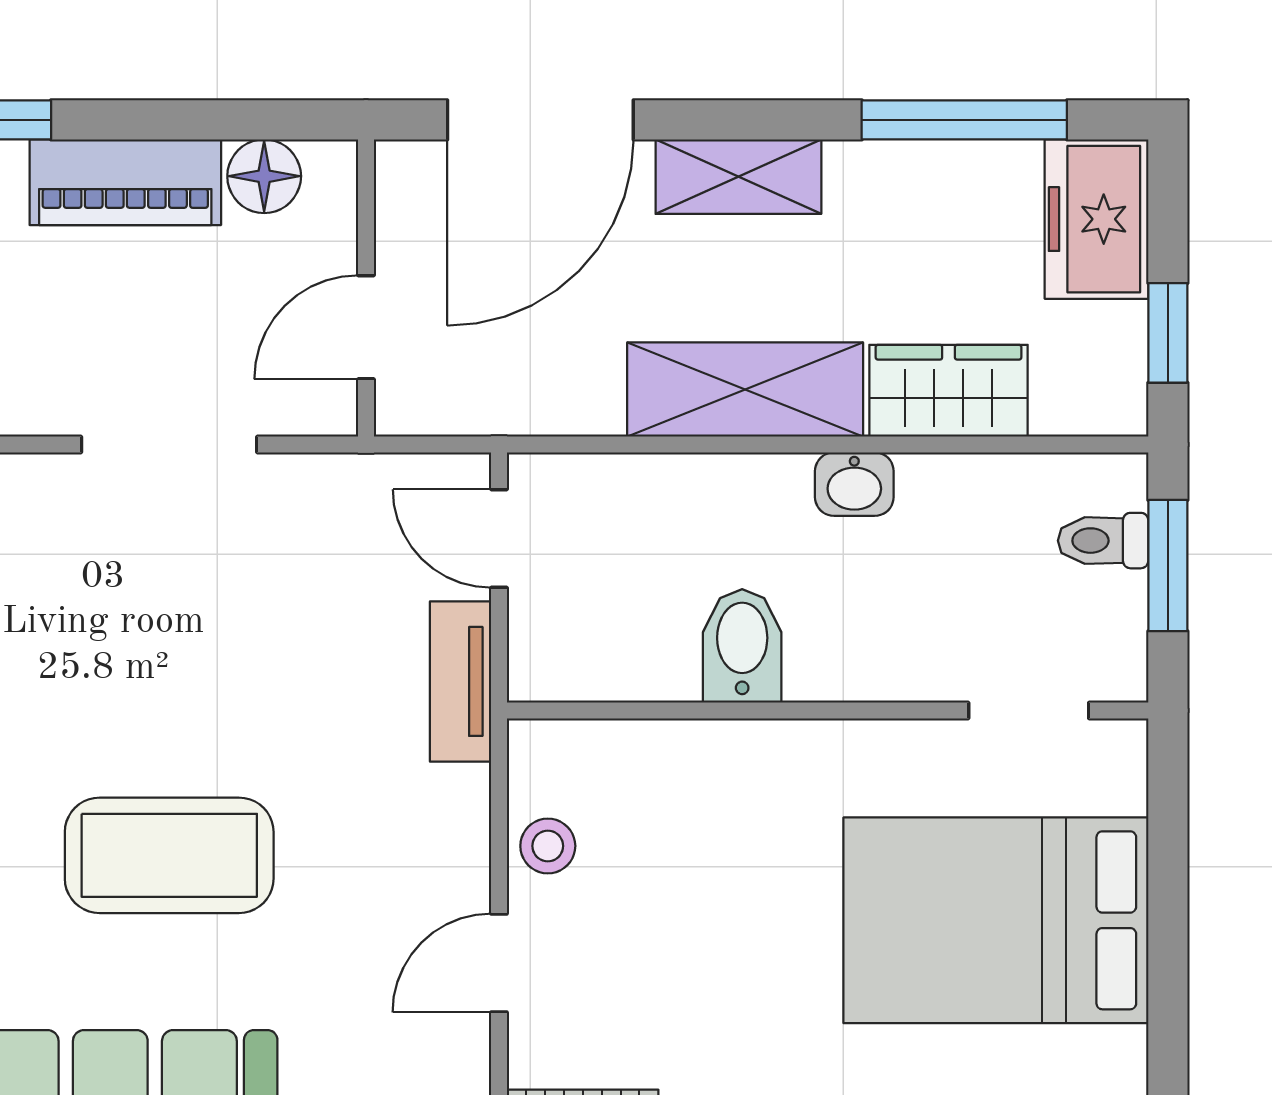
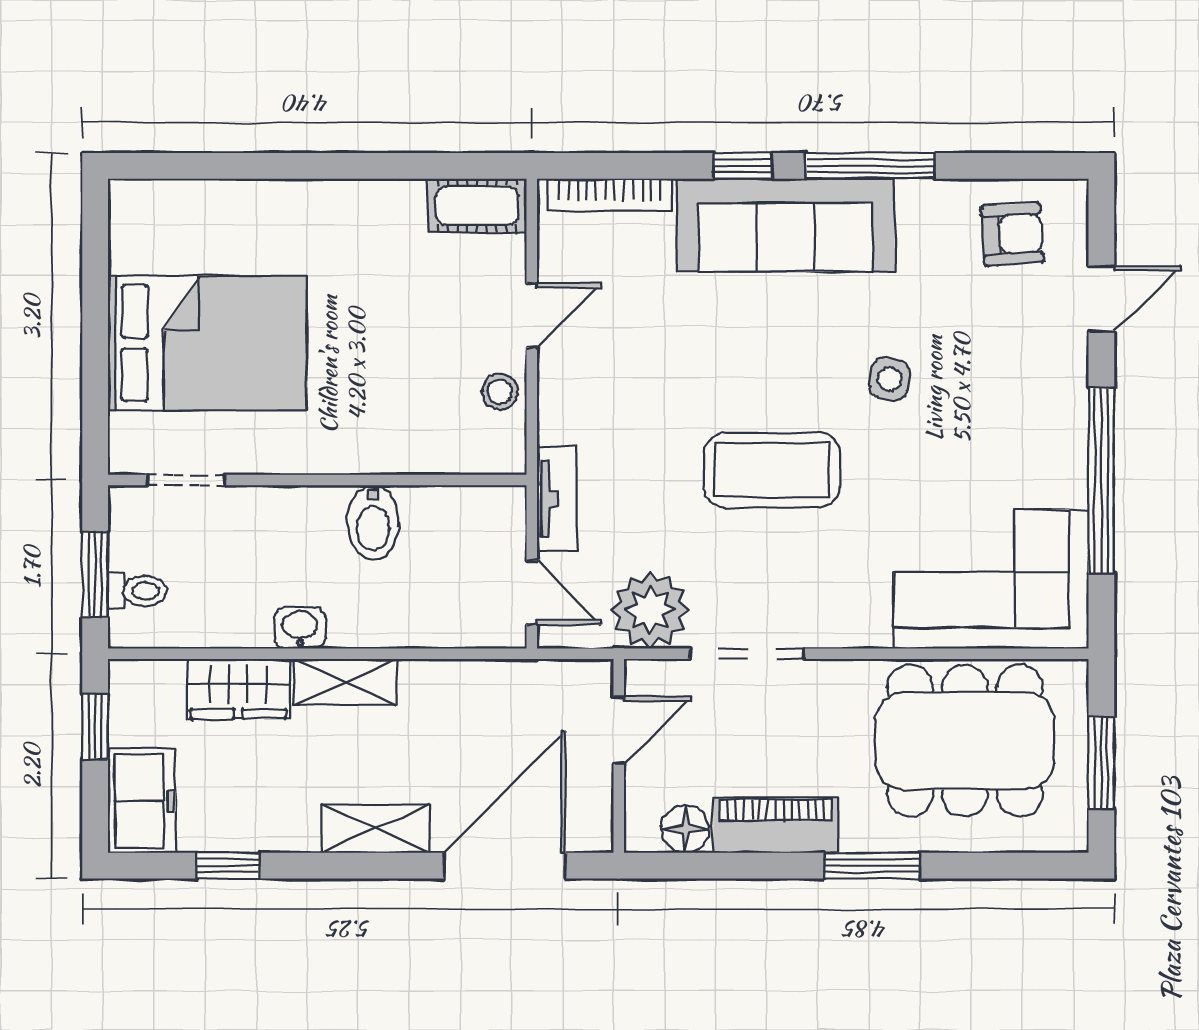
window: (964, 120) -> (228, 866), width x0.46
shelving: (745, 389) -> (345, 682), width x0.67, depth x0.75
plant: (318, 512) -> (650, 610), added
coffee table: (169, 855) -> (772, 470), moved

